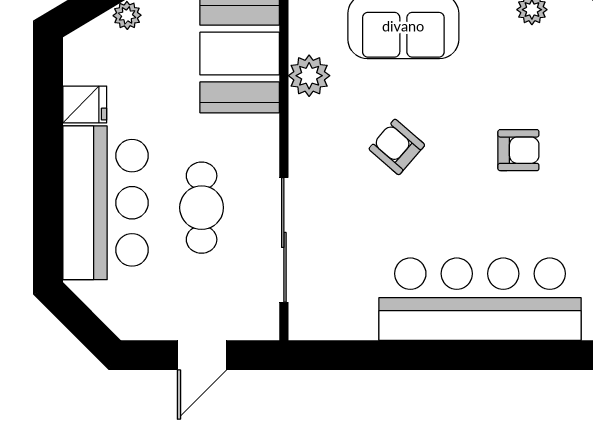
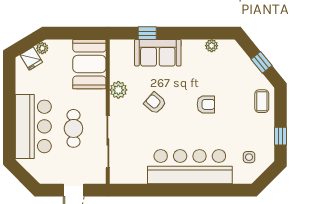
plant: (309, 76) -> (118, 90), moved
fridge: (85, 105) -> (31, 59), moved, turned 59

